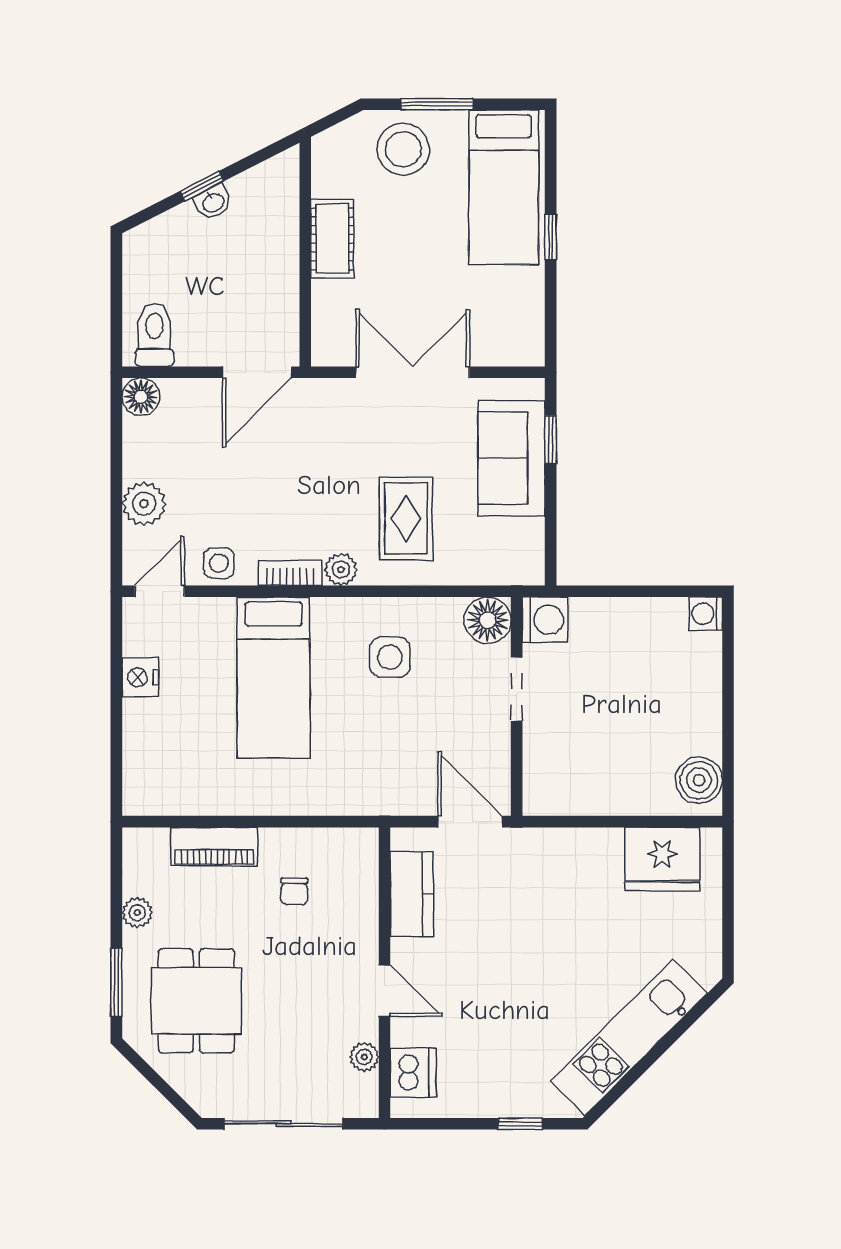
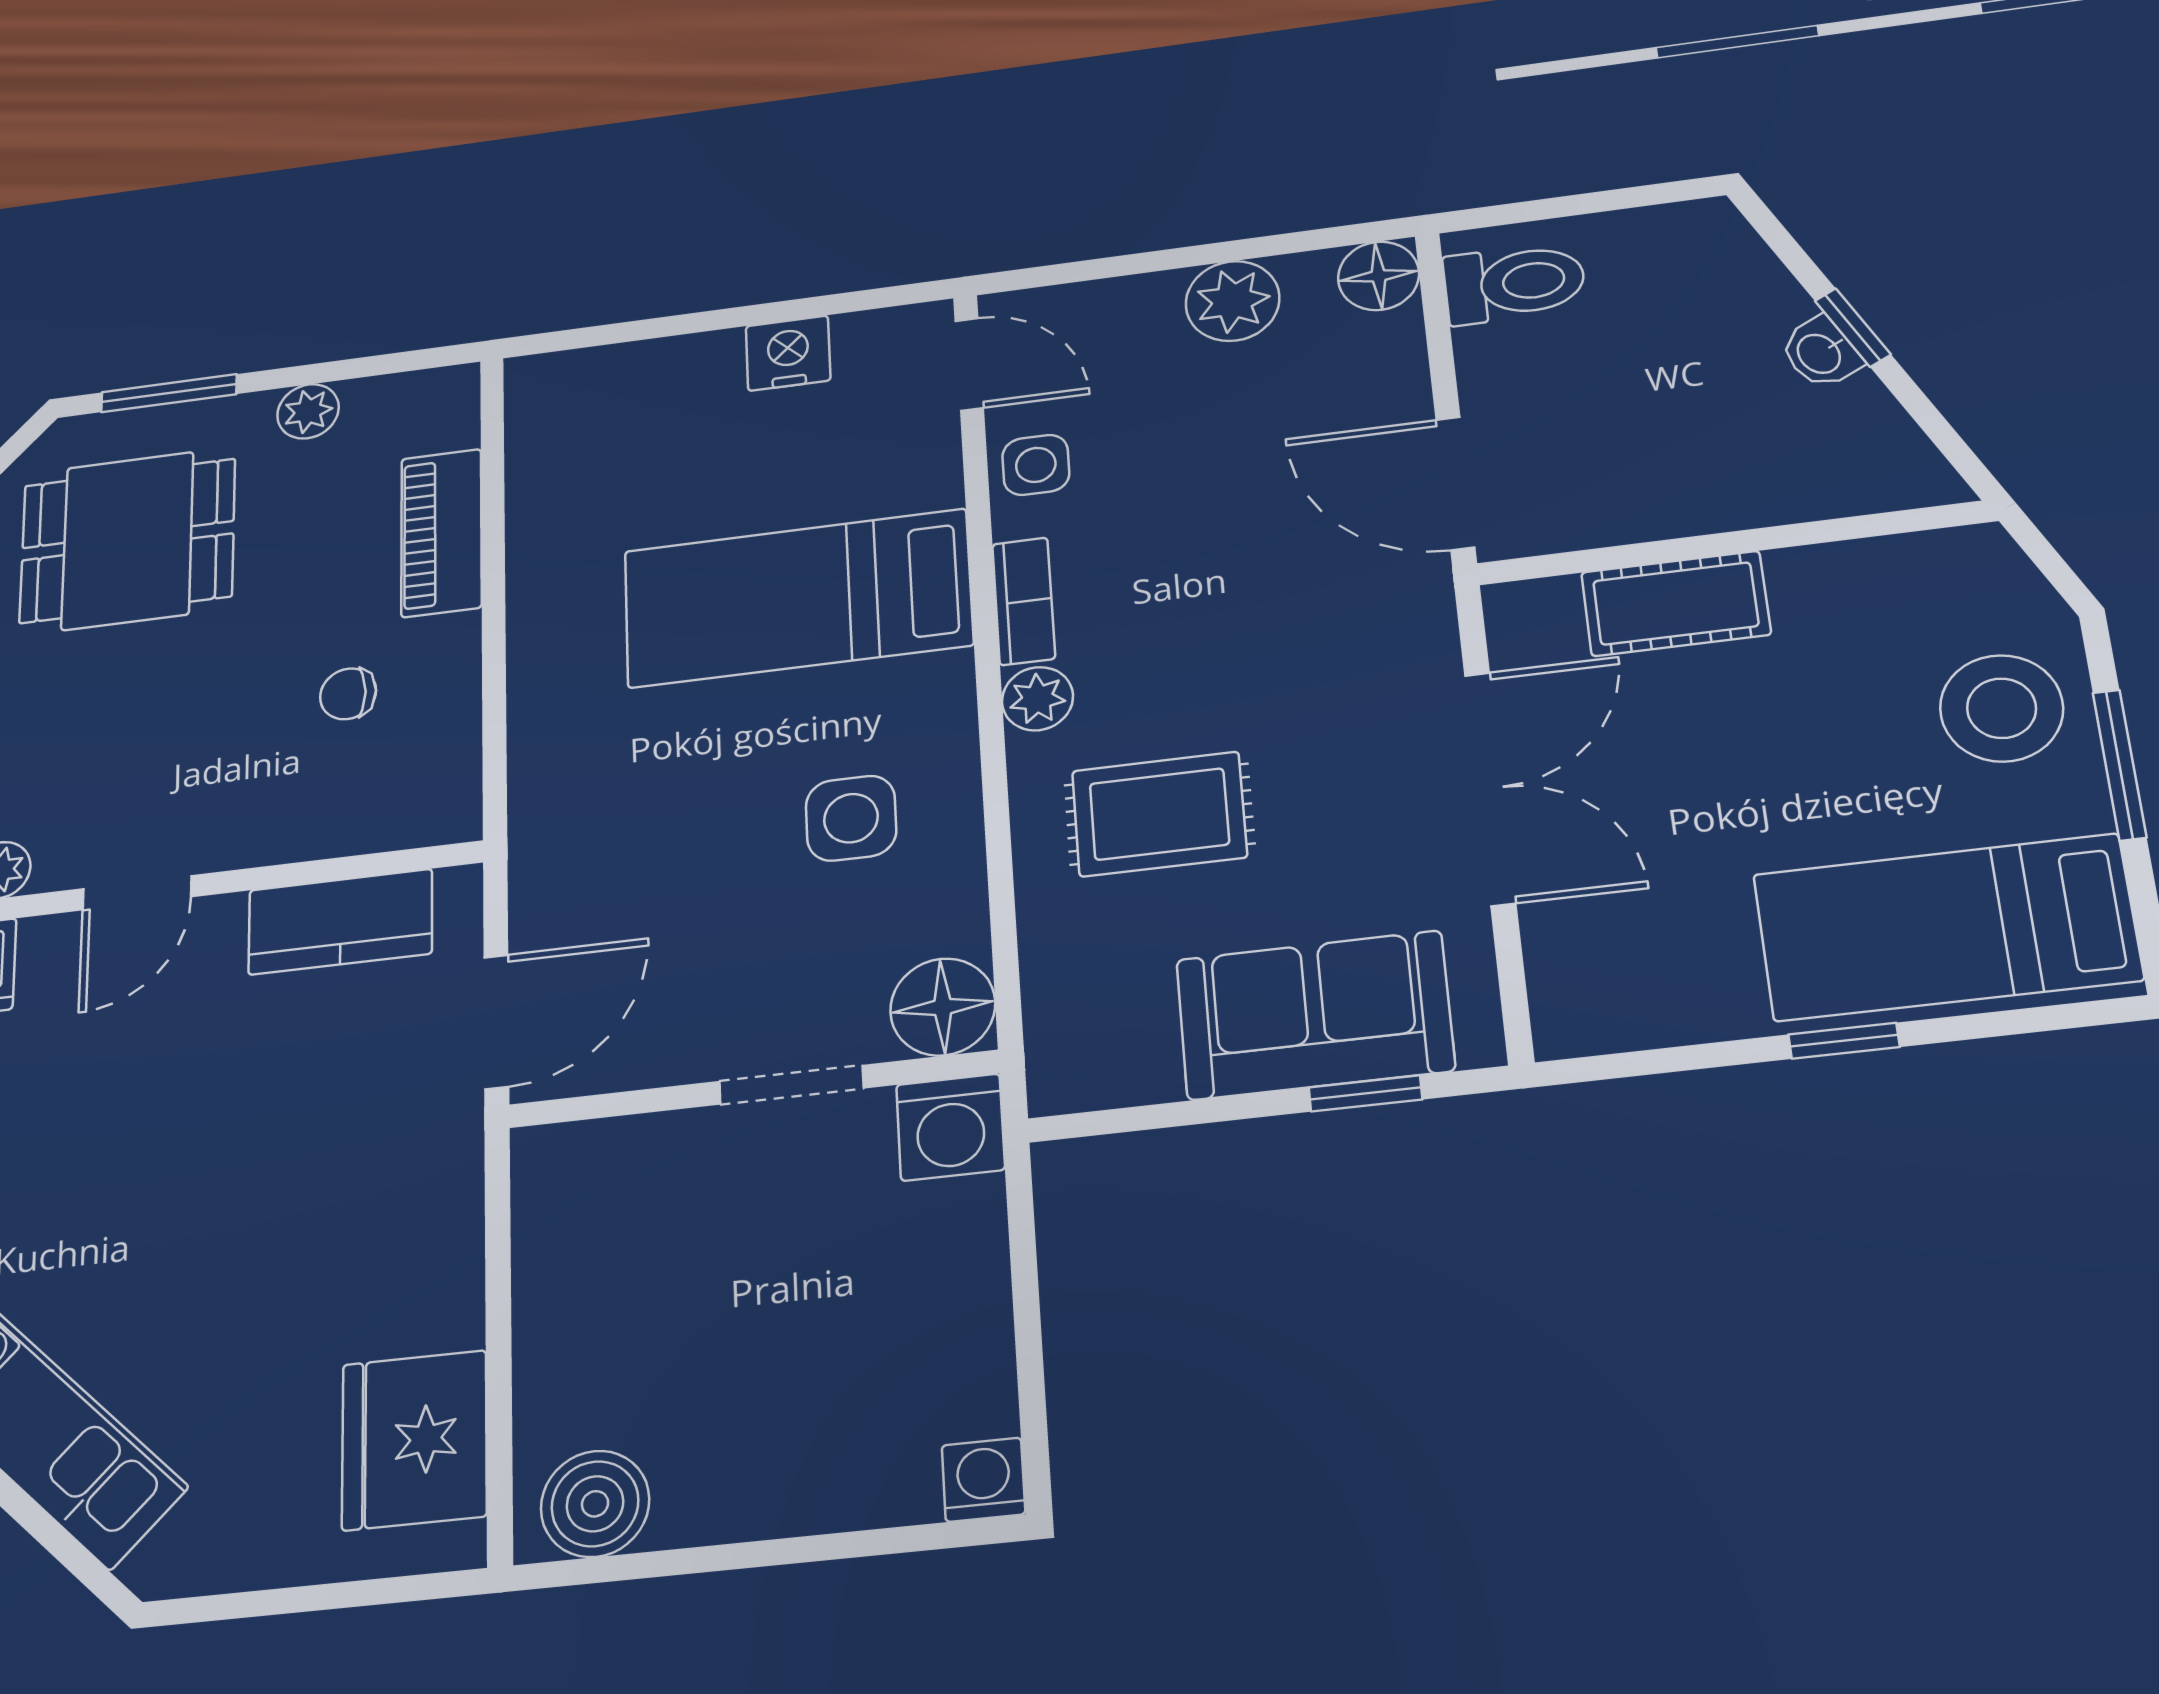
cot: (332, 239) -> (1676, 604), moved
plant: (144, 504) -> (1233, 301), moved

